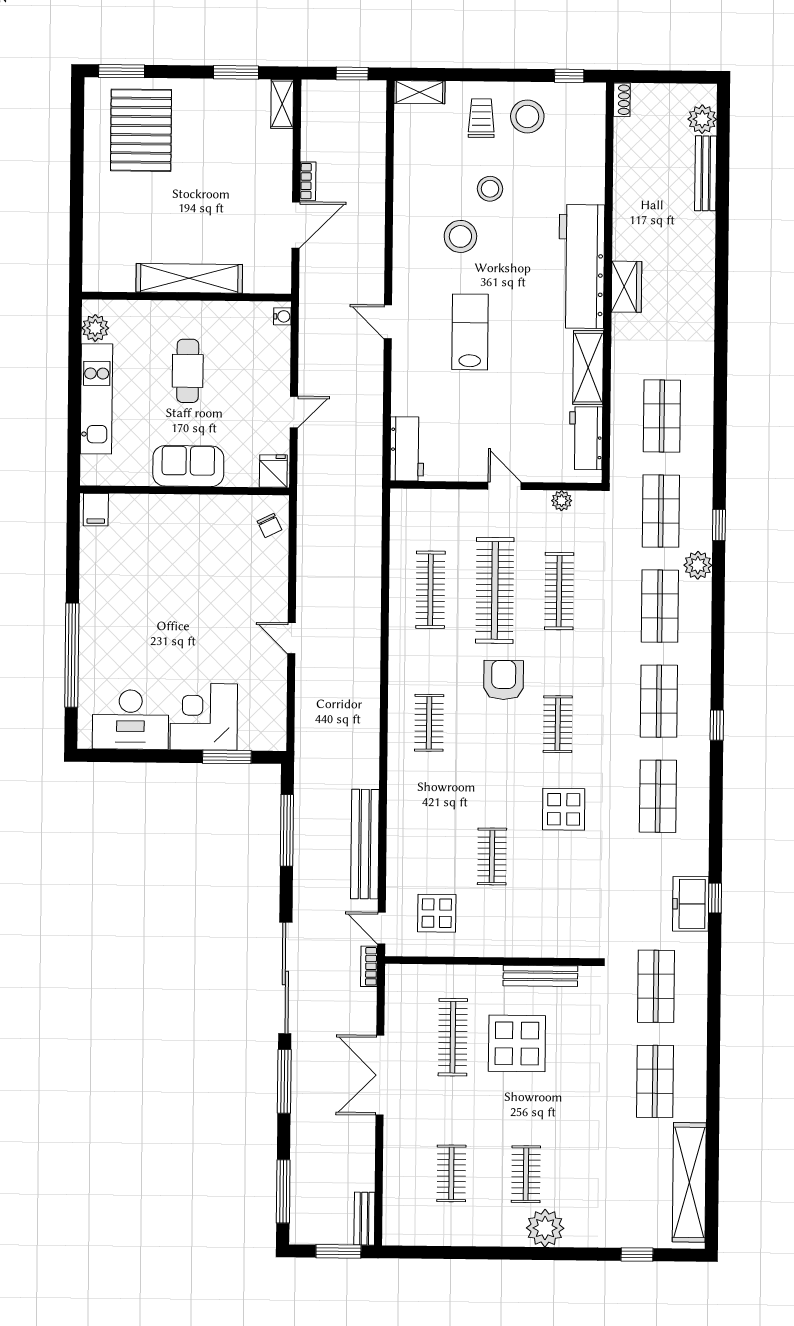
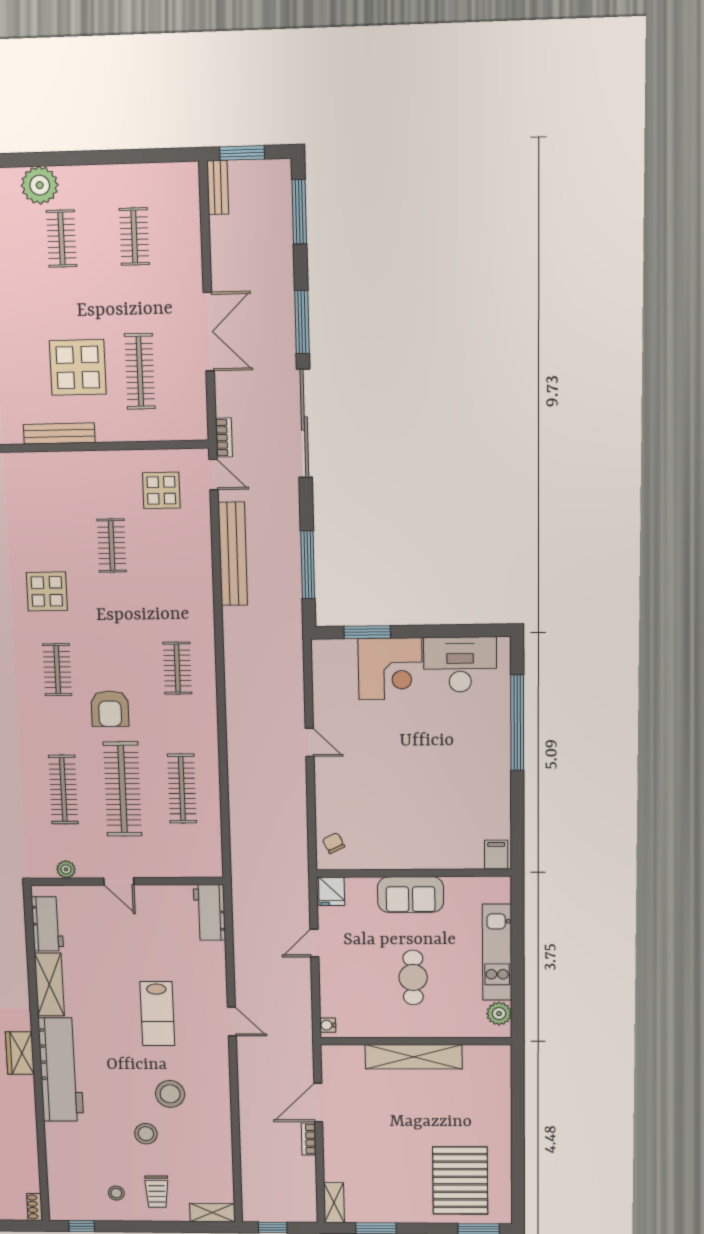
stool: (527, 116) -> (116, 1193), width x0.53, depth x0.53

